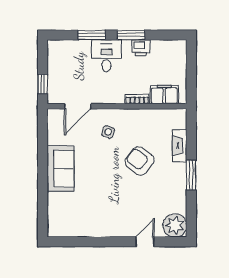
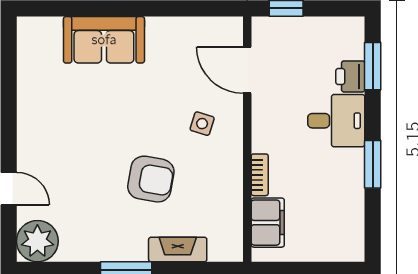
window: (92, 35) -> (373, 66), moved
printer: (141, 48) -> (350, 76), moved
armchair: (140, 161) -> (151, 179), turned 62
sofa: (60, 169) -> (104, 40), moved

